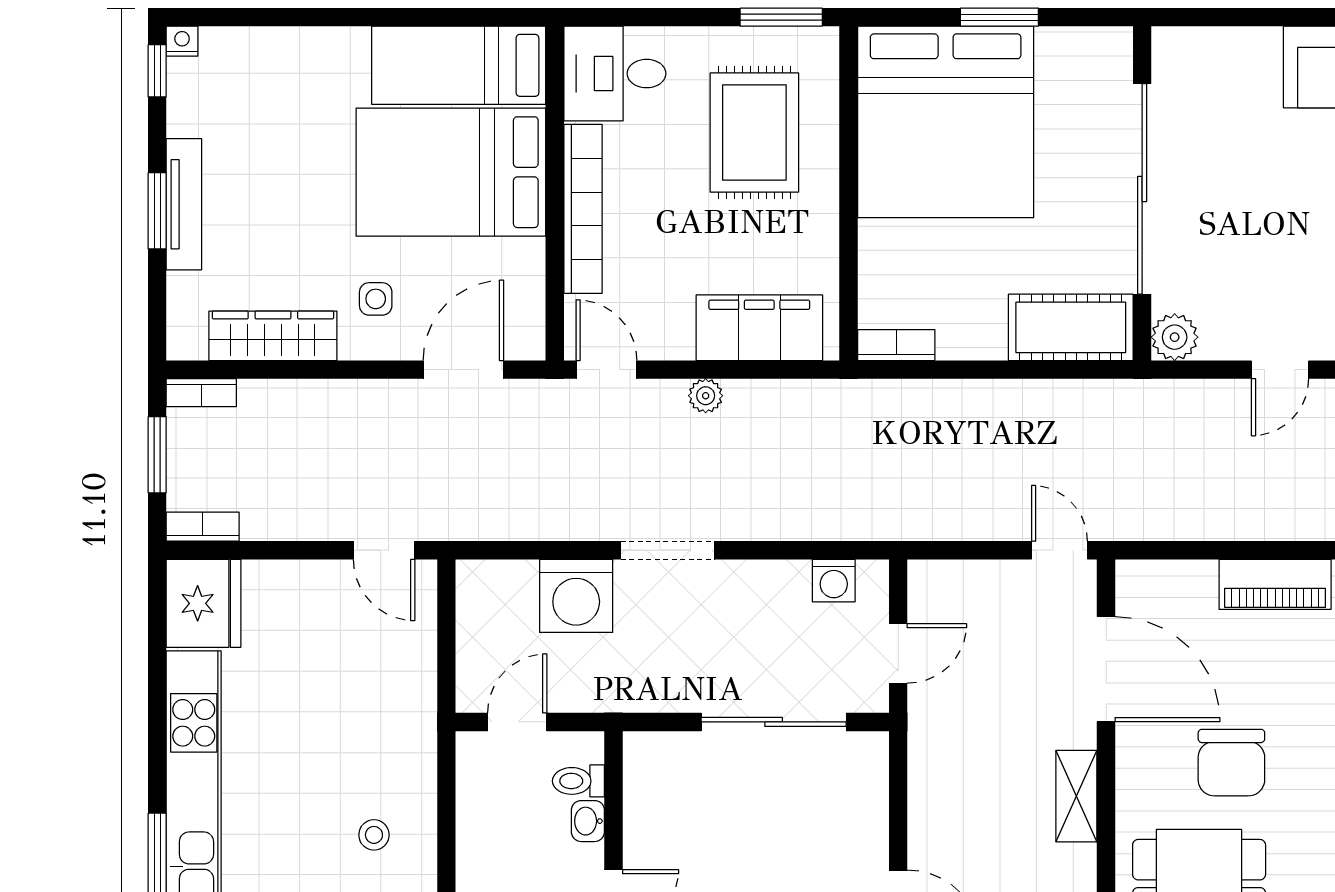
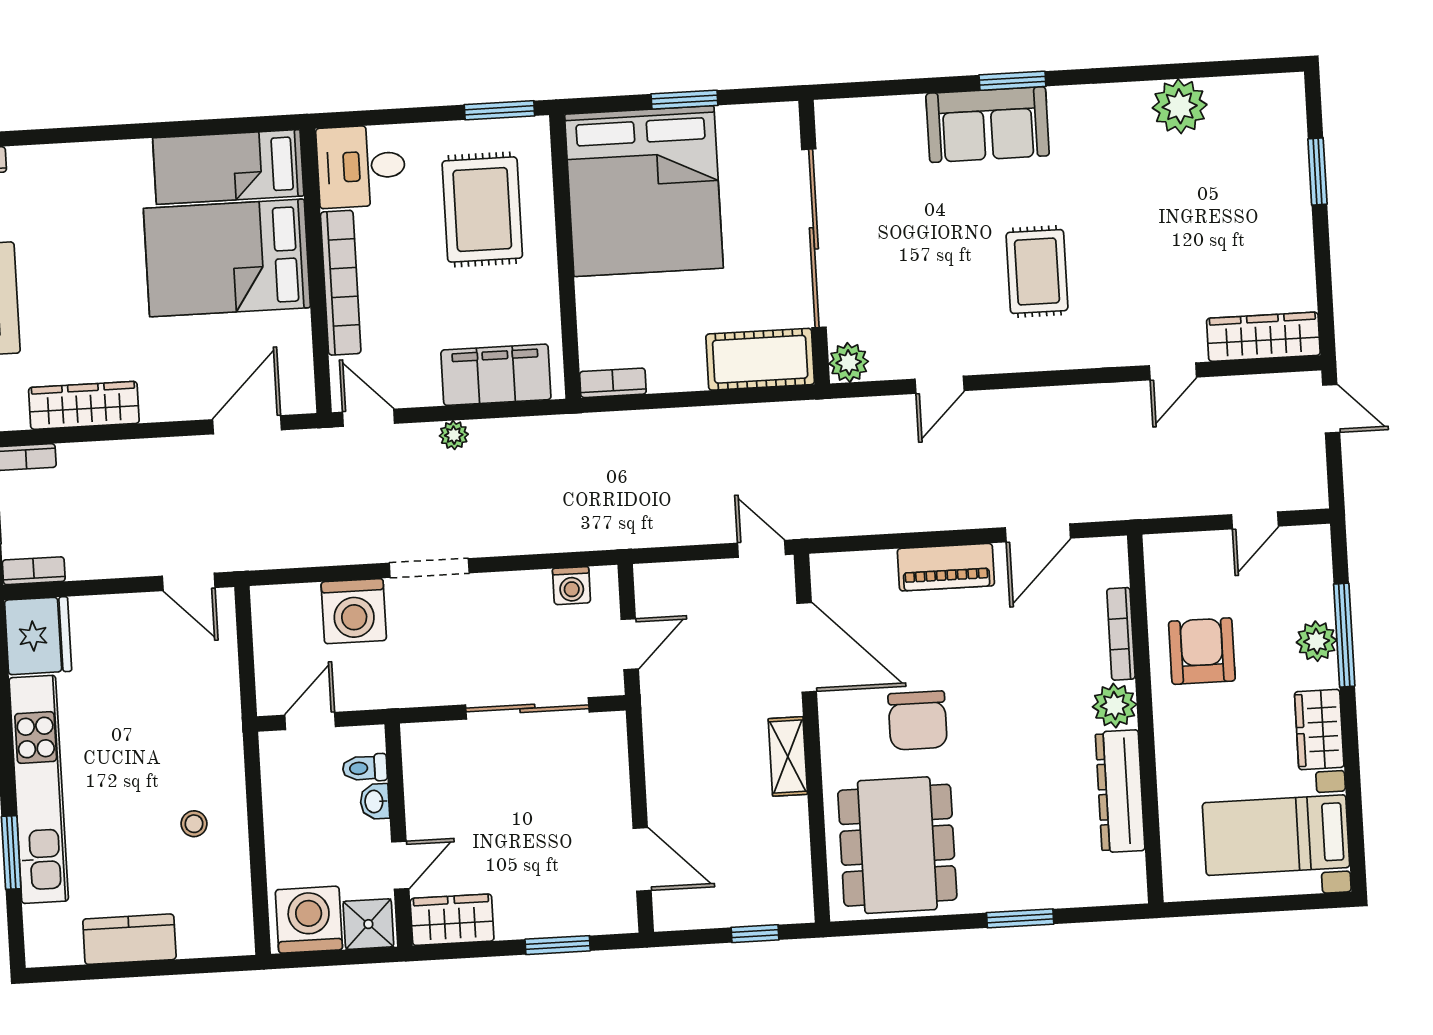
side table: (376, 299) -> (169, 369), removed

